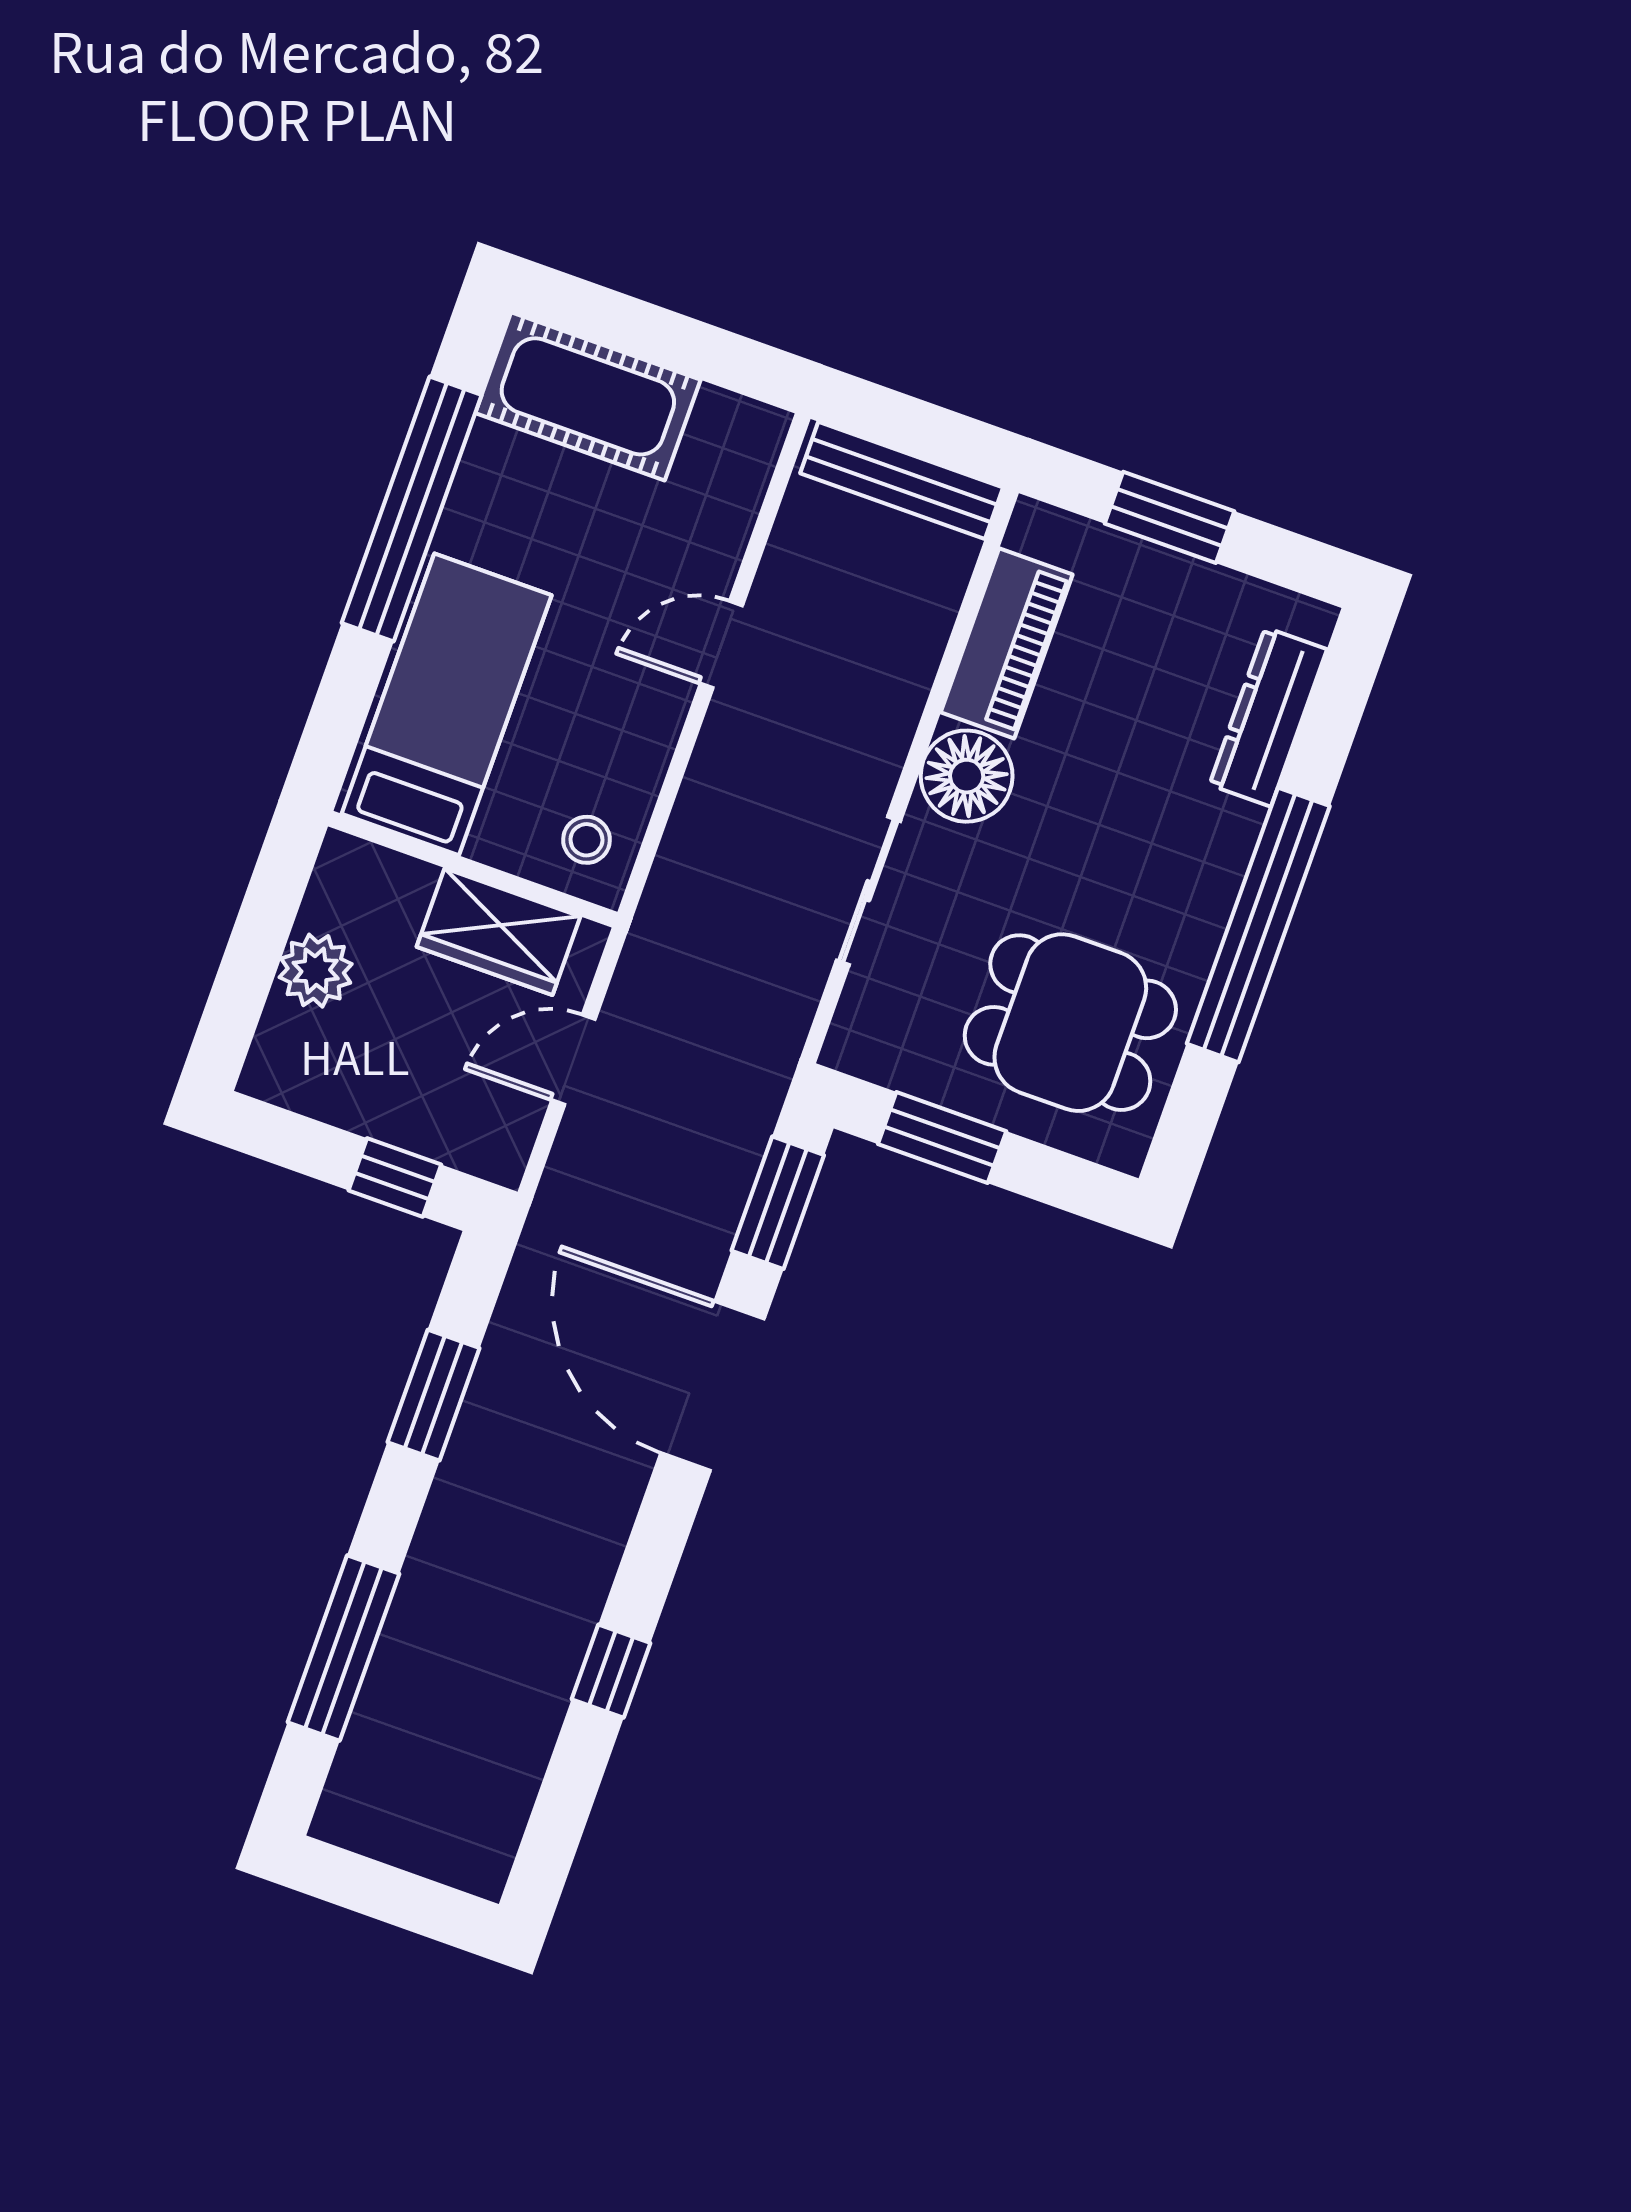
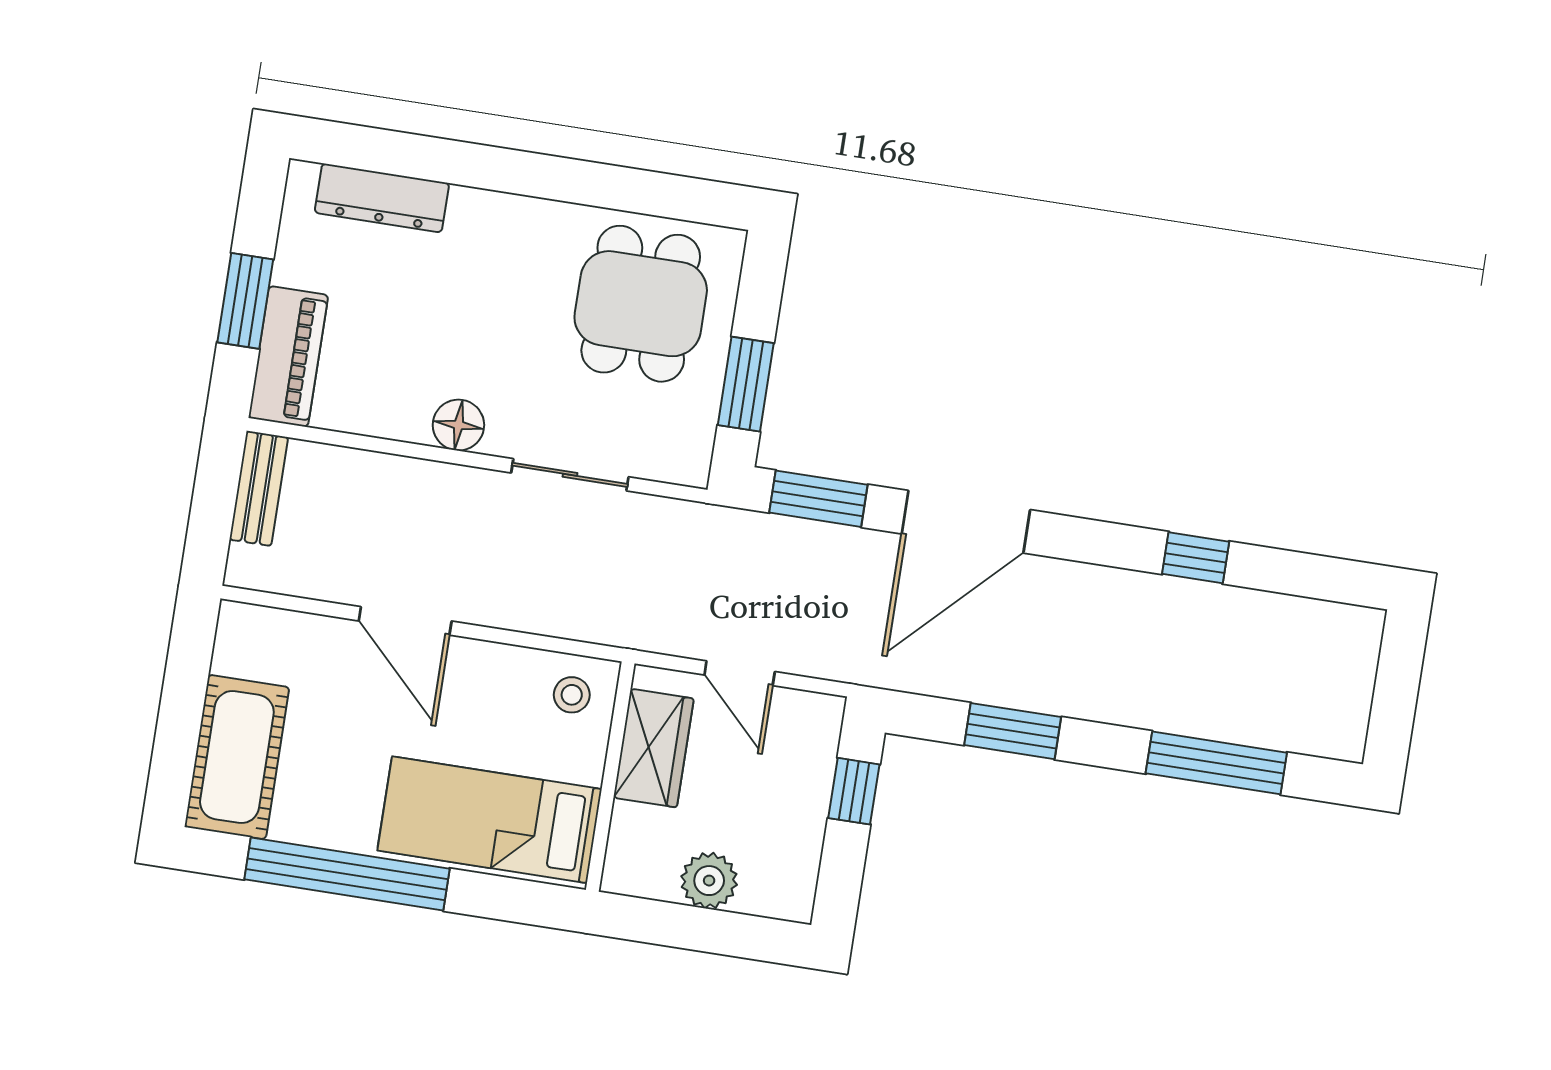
bench: (902, 480) -> (259, 488), width x0.73
piano: (1007, 643) -> (288, 356), moved, turned 90
door: (721, 645) -> (405, 621), width x1.38
floor lamp: (967, 776) -> (458, 425), width x0.73, depth x0.73
window: (1258, 925) -> (540, 176), removed

